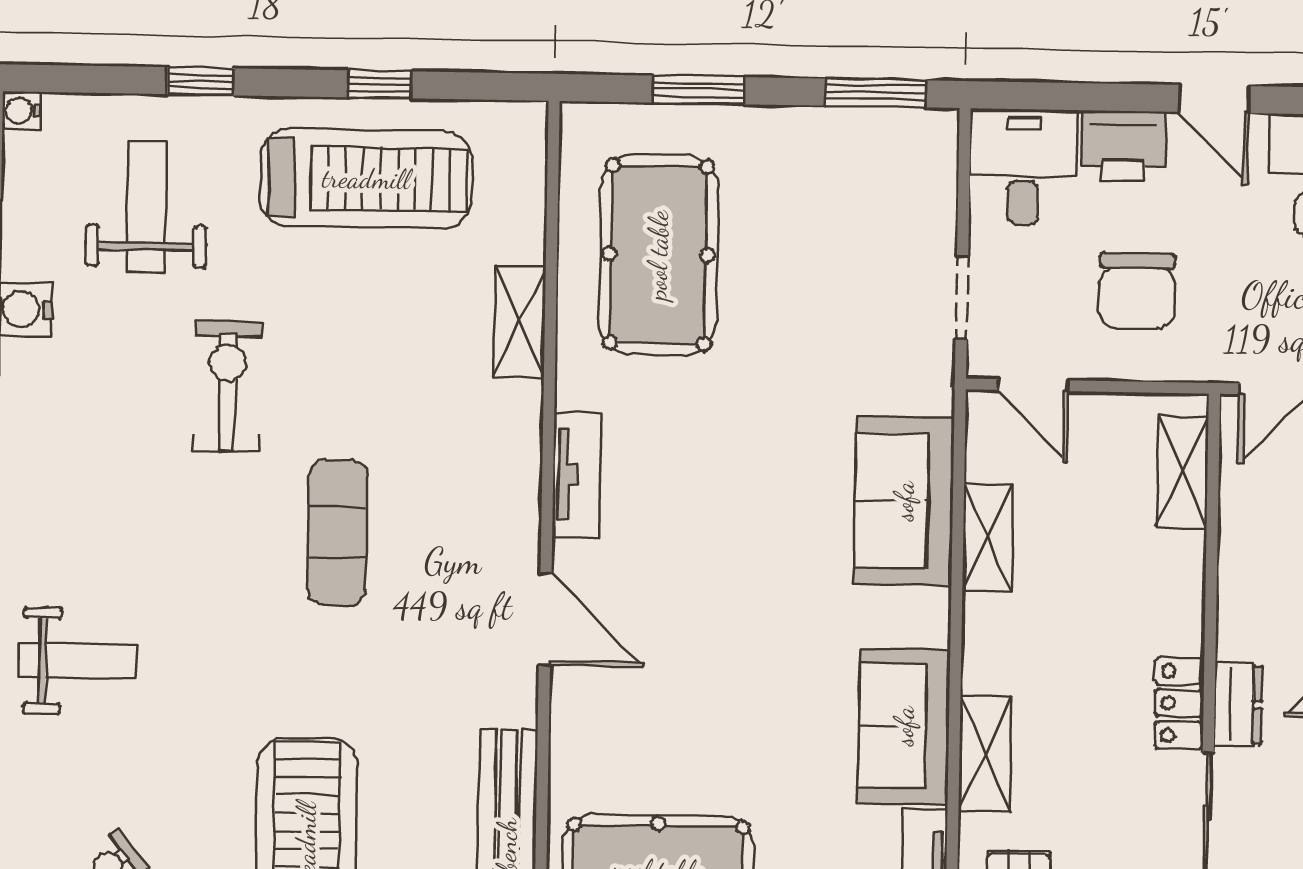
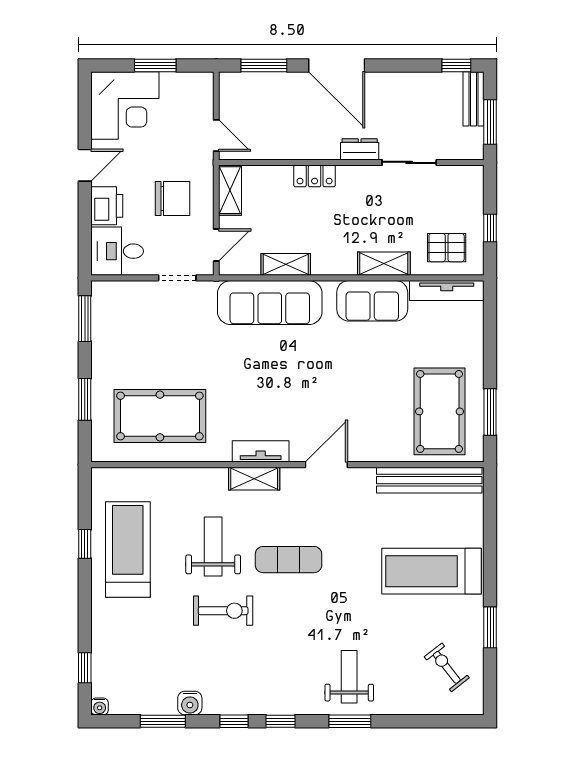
window: (201, 81) -> (85, 668), moved
weight bench: (147, 207) -> (213, 547), moved, turned 90
shelving: (520, 322) -> (254, 479), moved
exercise bike: (227, 386) -> (223, 611), turned 180
shelving: (1183, 472) -> (230, 190), moved, turned 90
sofa: (904, 501) -> (270, 303), width x1.36
locker: (1179, 703) -> (315, 176), moved

